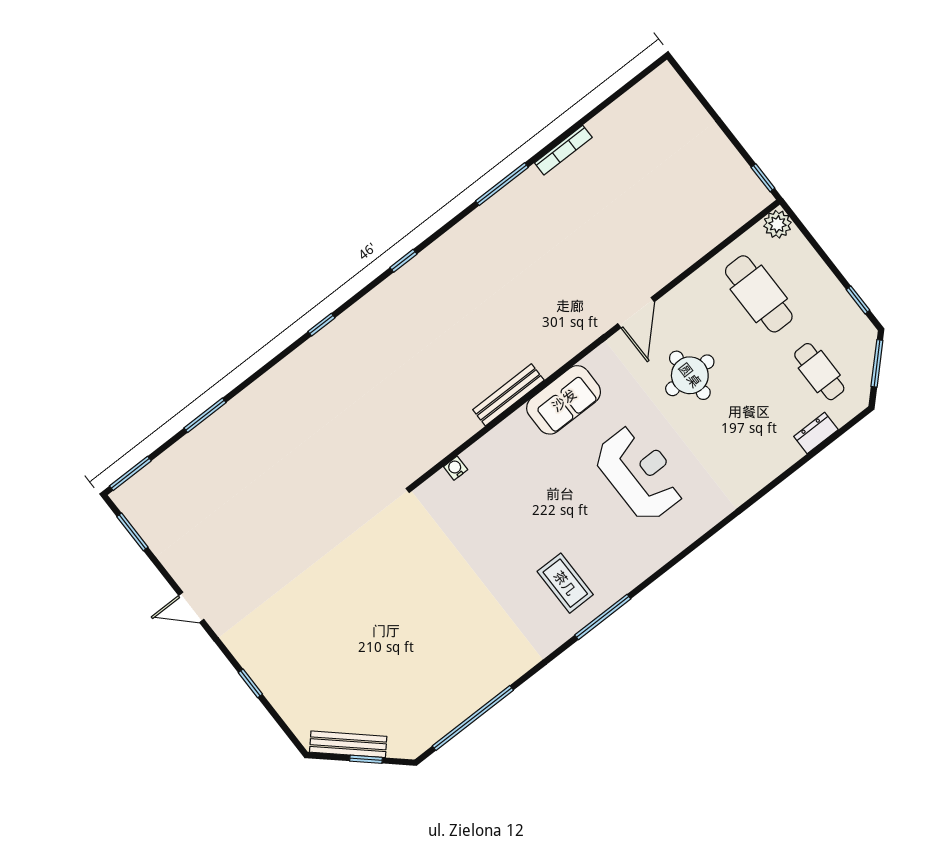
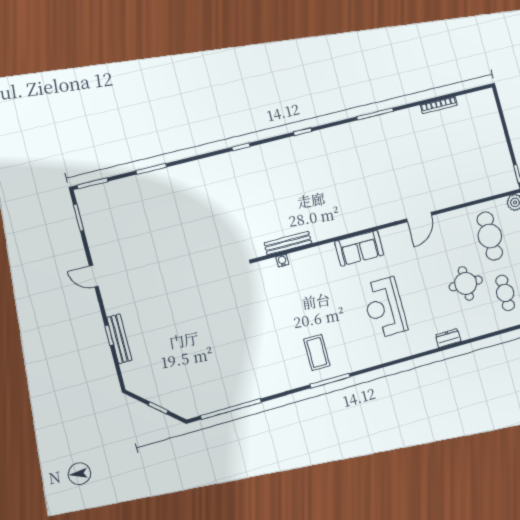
bookcase: (563, 150) -> (439, 105), moved
round table: (690, 375) -> (466, 283), moved
bench: (508, 395) -> (288, 243), moved
dresser: (816, 433) -> (448, 338), moved
reception desk: (640, 473) -> (384, 308), turned 180
bench: (348, 744) -> (119, 339), moved, turned 48

